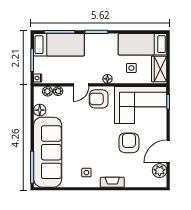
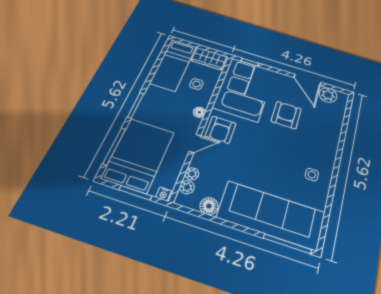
bed: (59, 45) -> (138, 155), width x1.50
door: (81, 85) -> (195, 144), hinge flipped
armchair: (129, 143) -> (286, 115), turned 90
fireplace: (112, 182) -> (331, 148), removed

